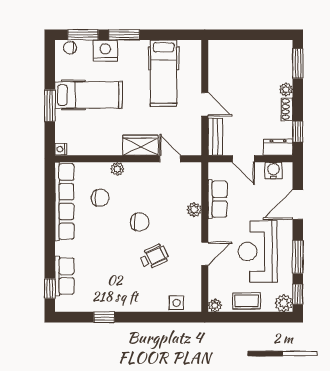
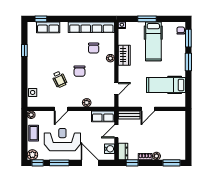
nightstand: (105, 51) -> (179, 51), removed
wardrobe: (140, 145) -> (124, 55), moved
row of seats: (218, 199) -> (103, 116), moved
door: (205, 254) -> (61, 109), hinge flipped

